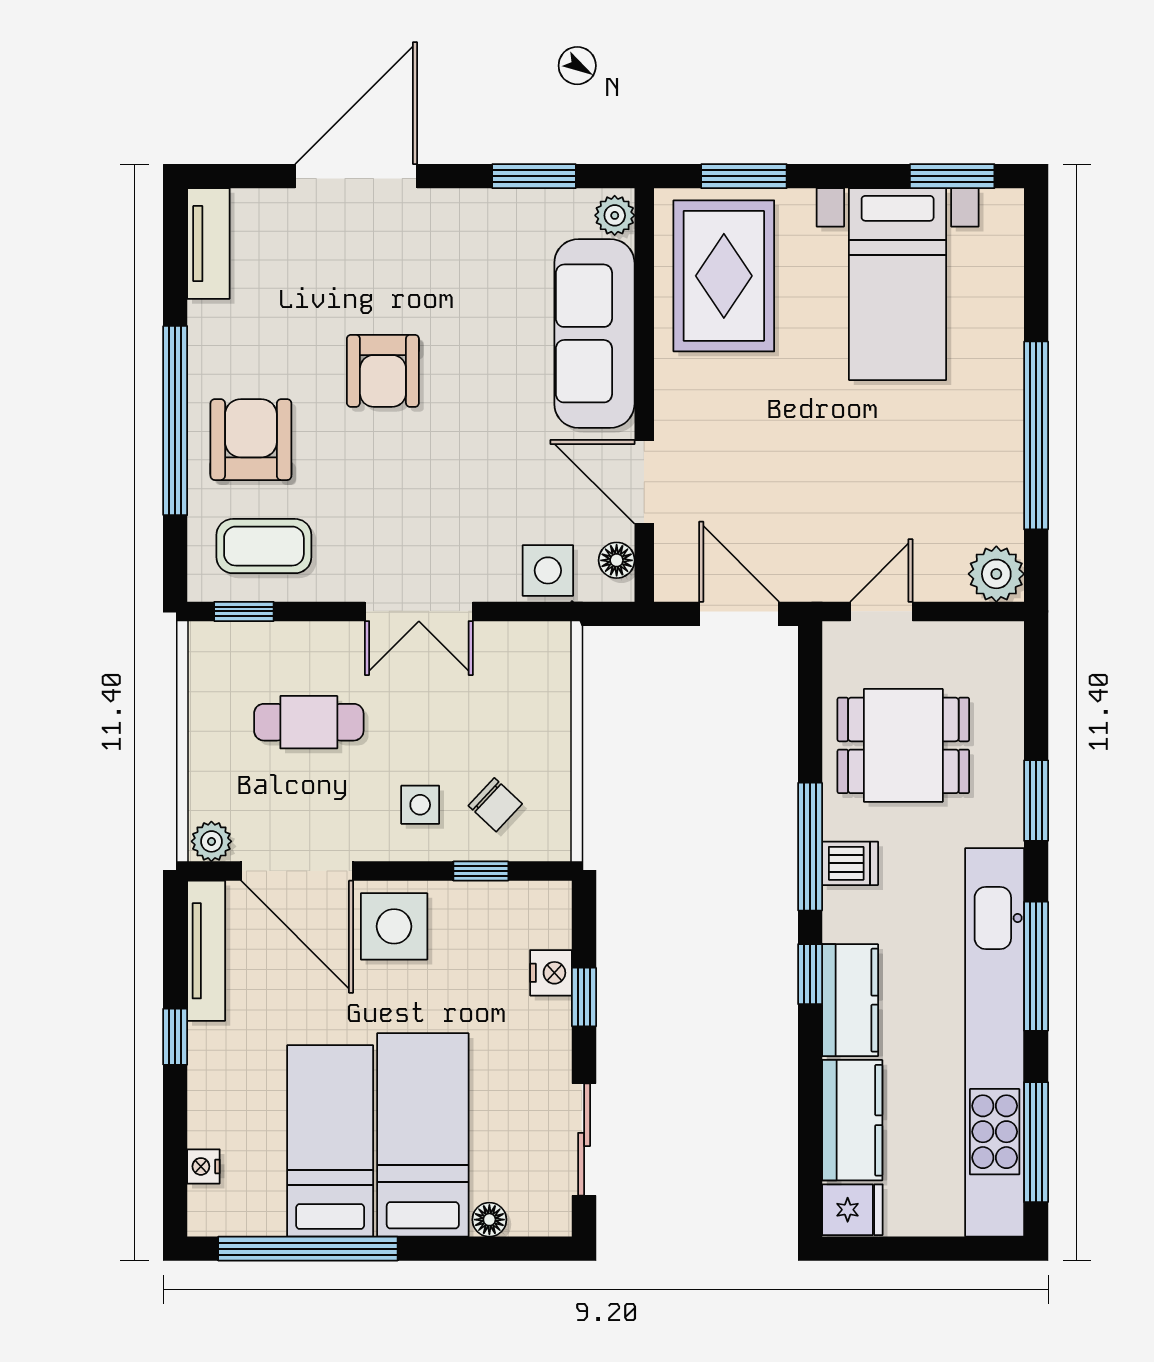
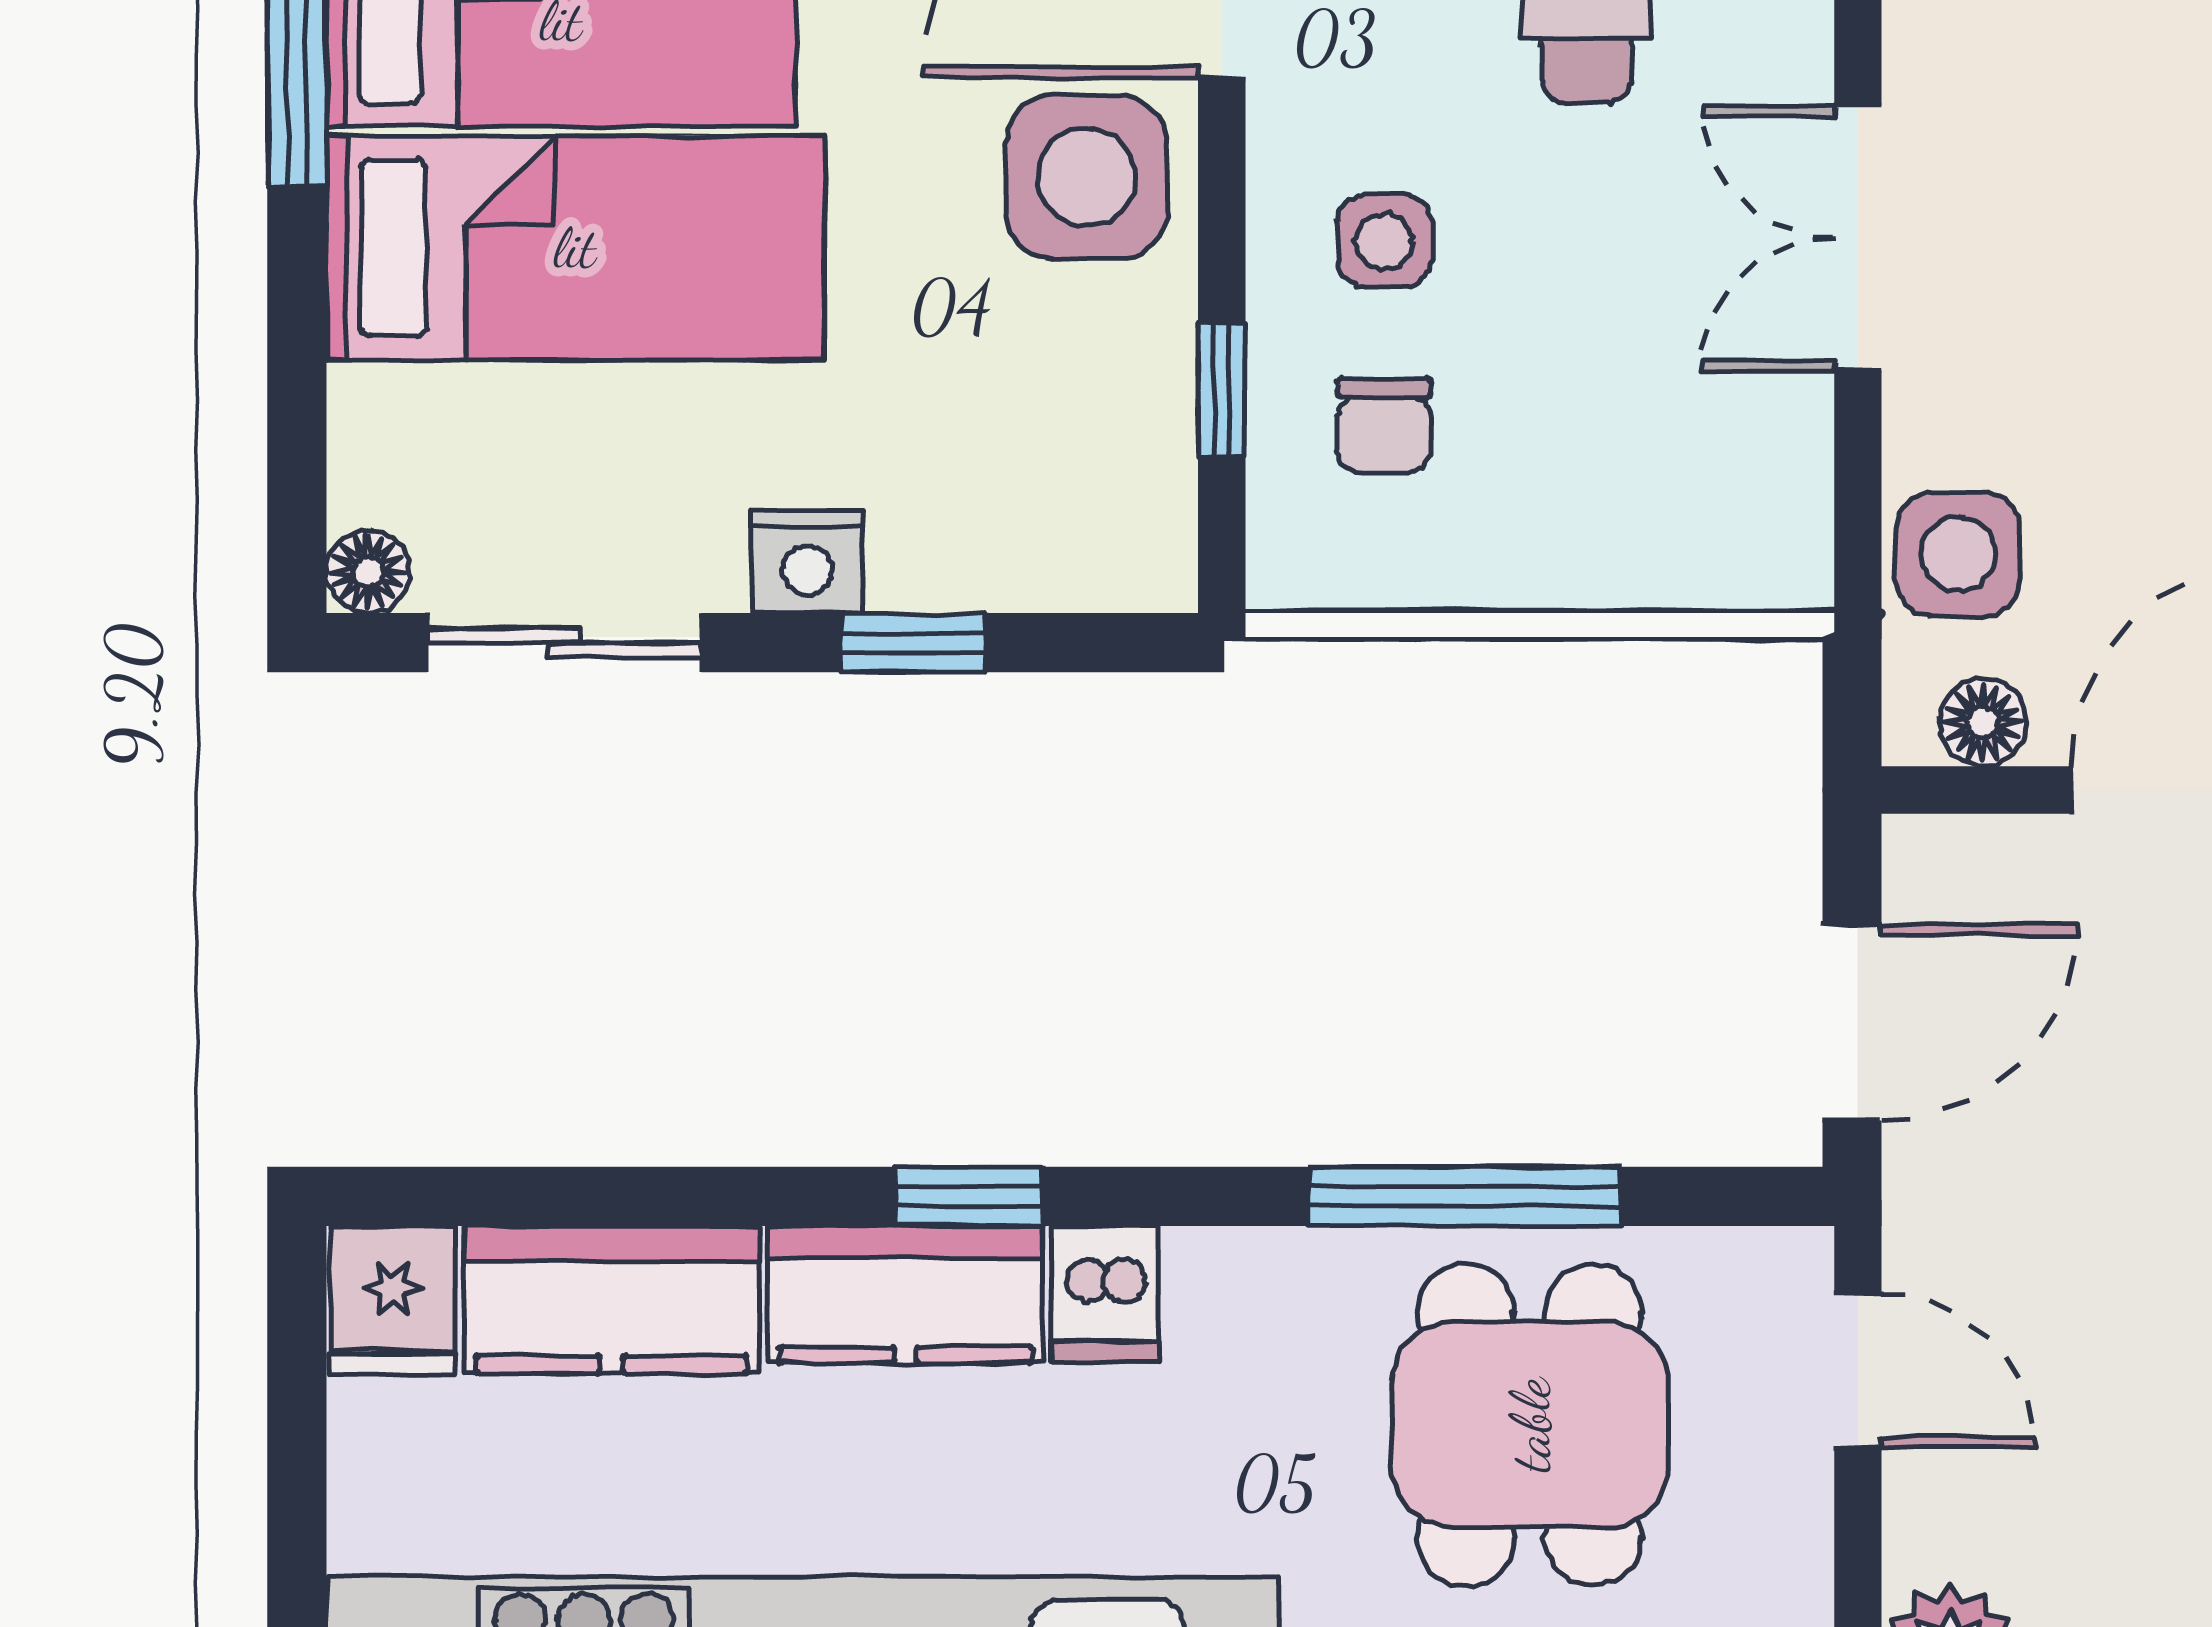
chair: (495, 805) -> (1384, 425), turned -43
window: (810, 847) -> (1465, 1196), moved
dishwasher: (850, 863) -> (1105, 1294), moved
nightstand: (551, 973) -> (807, 562), moved
floor lamp: (489, 1220) -> (368, 572), moved

